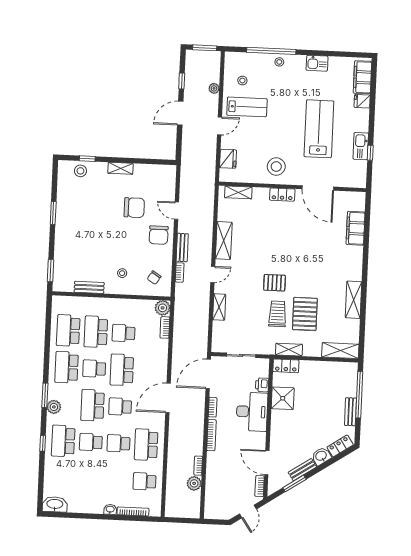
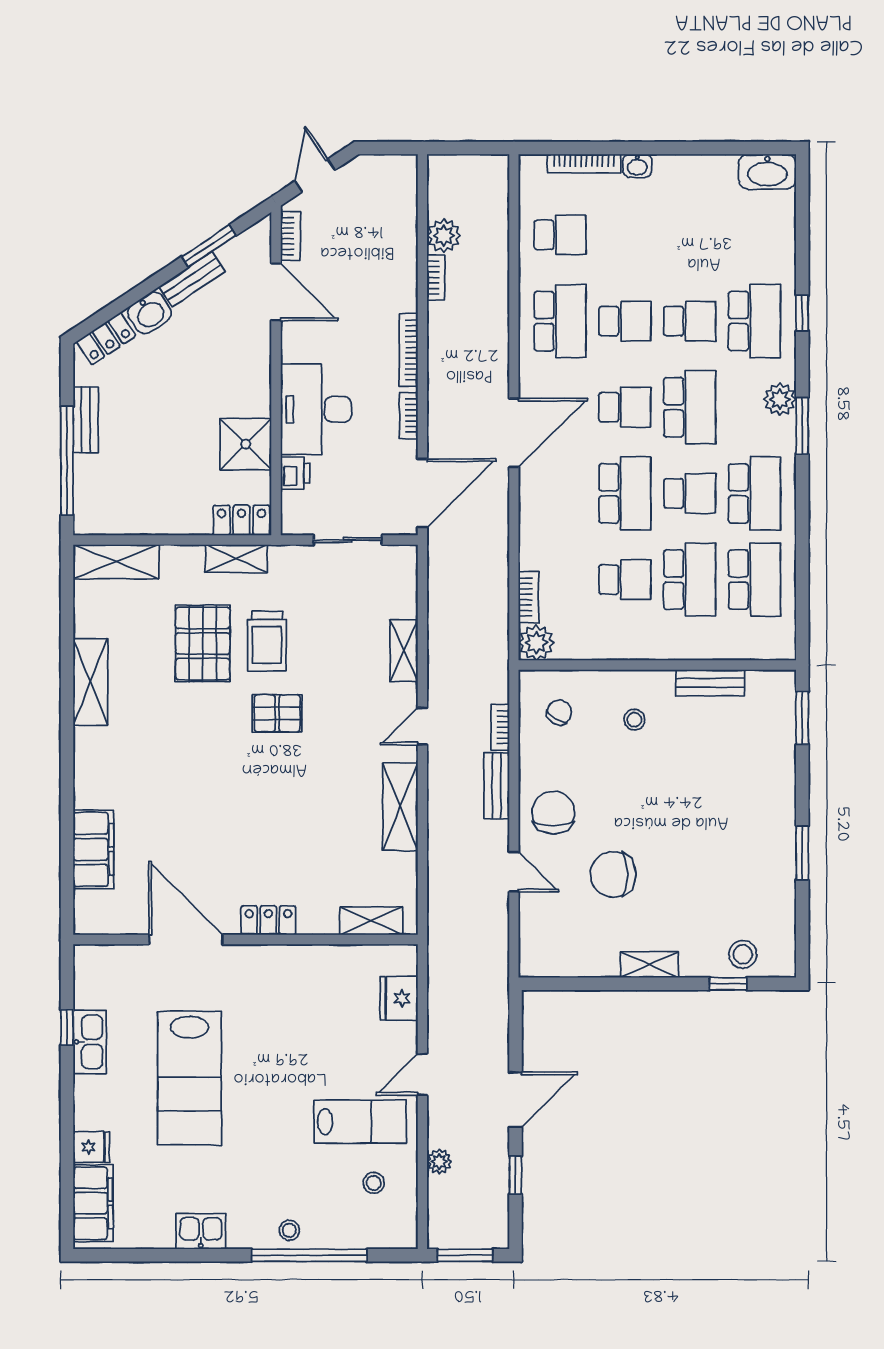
lab bench: (247, 107) -> (360, 1122), turned 180
stool: (276, 167) -> (285, 985), removed

